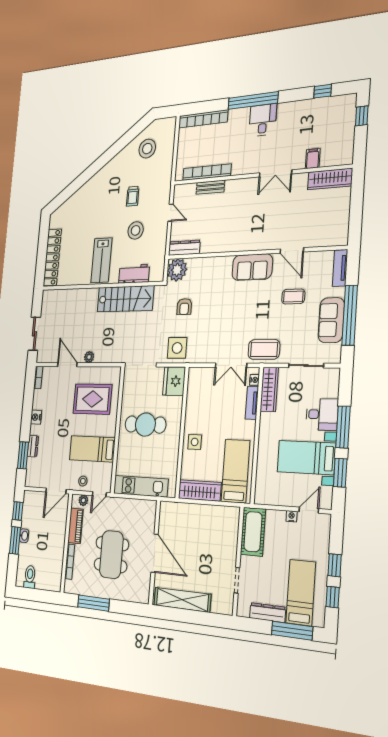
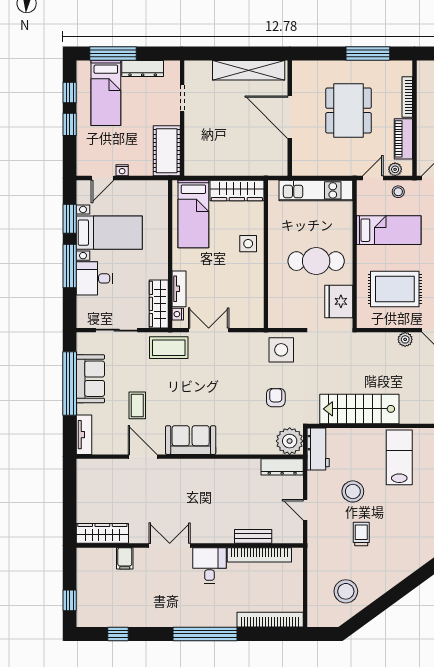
desk: (263, 120) -> (209, 565), moved, turned 180
workbench: (134, 274) -> (318, 449), moved, turned -90
coffee table: (293, 296) -> (137, 405), turned 90
fridge: (174, 381) -> (339, 301), moved, turned 180

